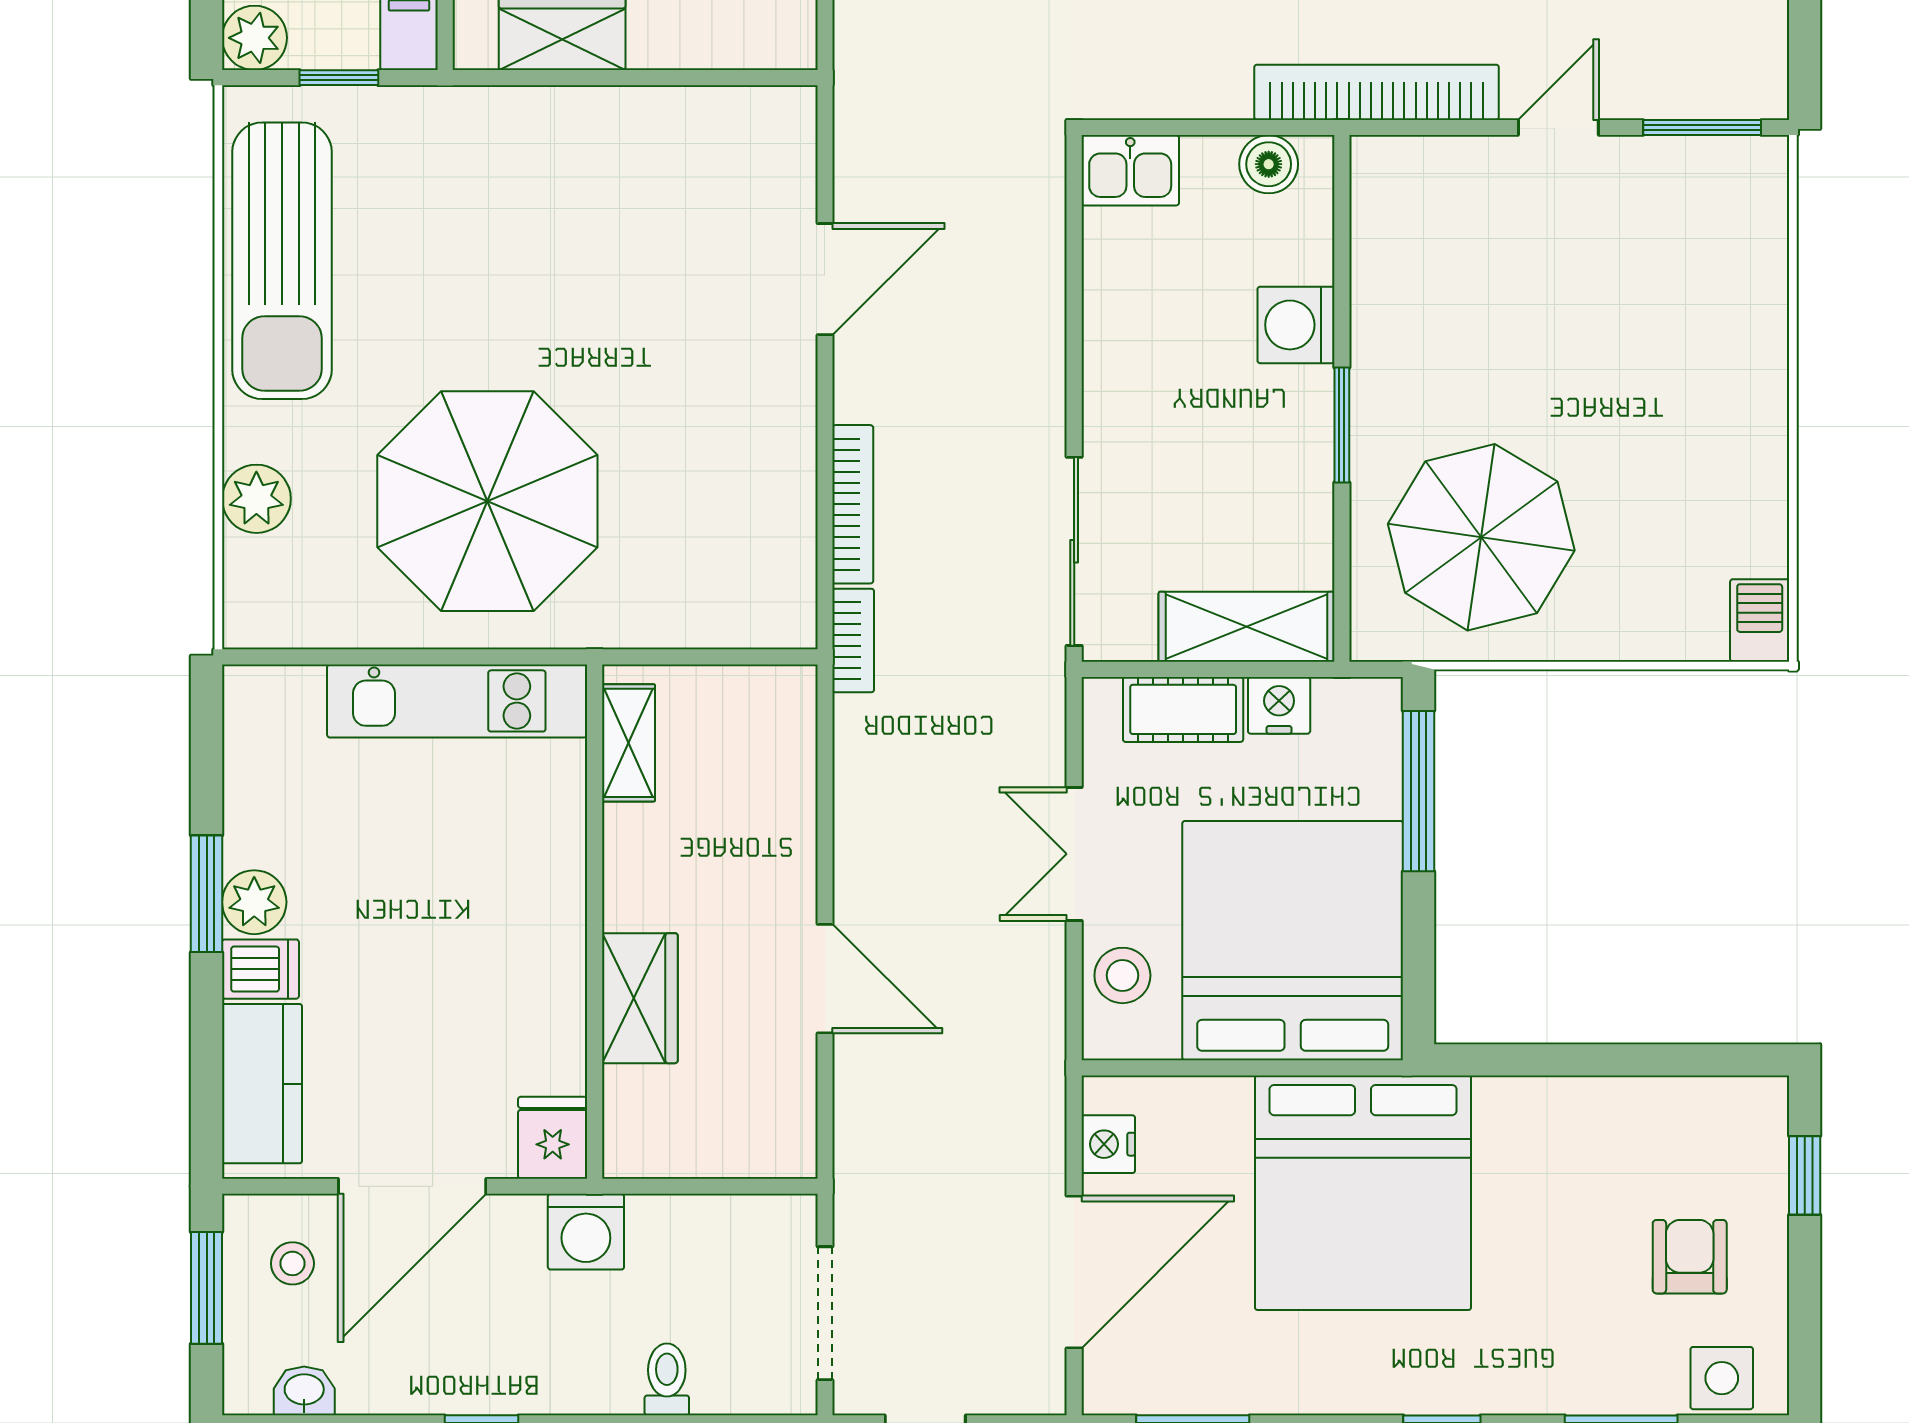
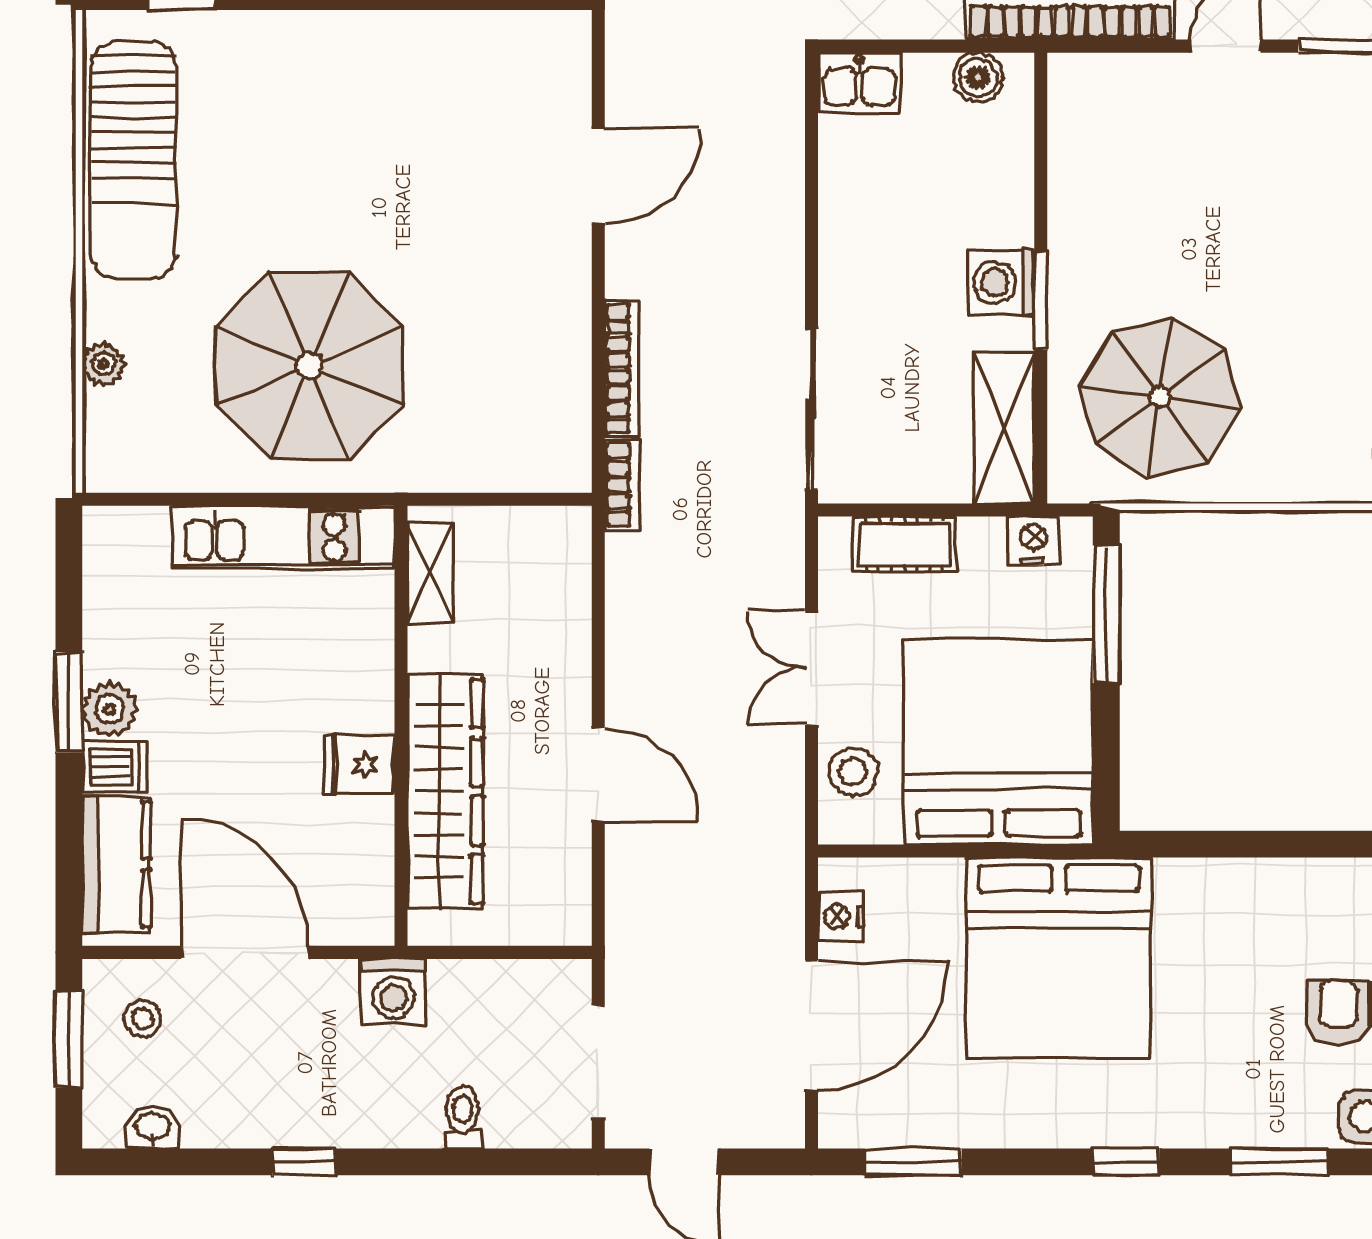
washing machine: (1296, 325) -> (1001, 282), moved
plant: (256, 499) -> (104, 364), width x0.73, depth x0.73
shelving: (1247, 627) -> (1004, 428), moved, turned 90
nightstand: (1279, 705) -> (1033, 541), moved
wardrobe: (640, 998) -> (445, 791), width x2.10, depth x1.17
fridge: (553, 1138) -> (359, 765), moved, turned -90
door: (412, 1186) -> (245, 952), swing flipped

